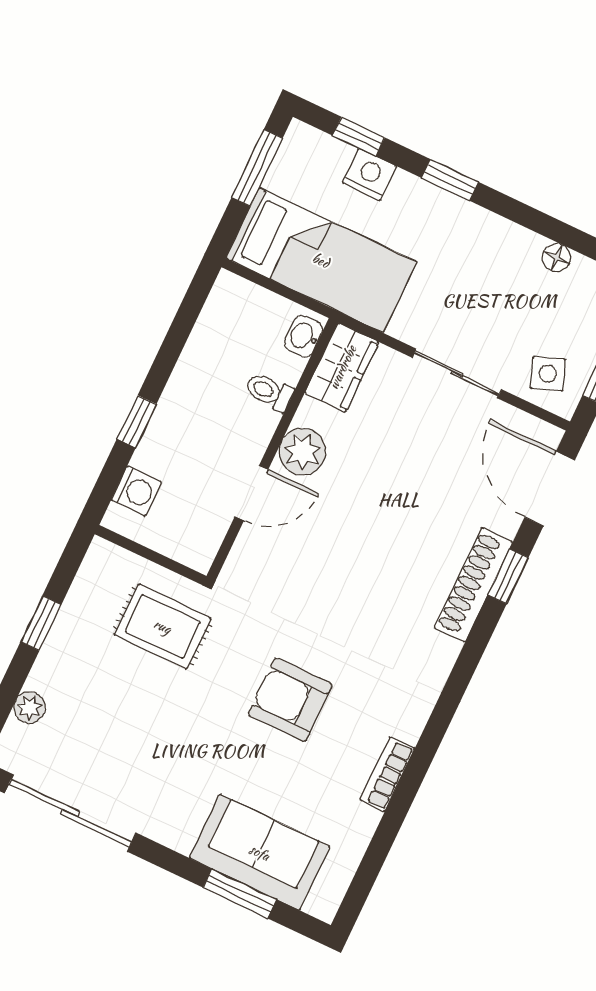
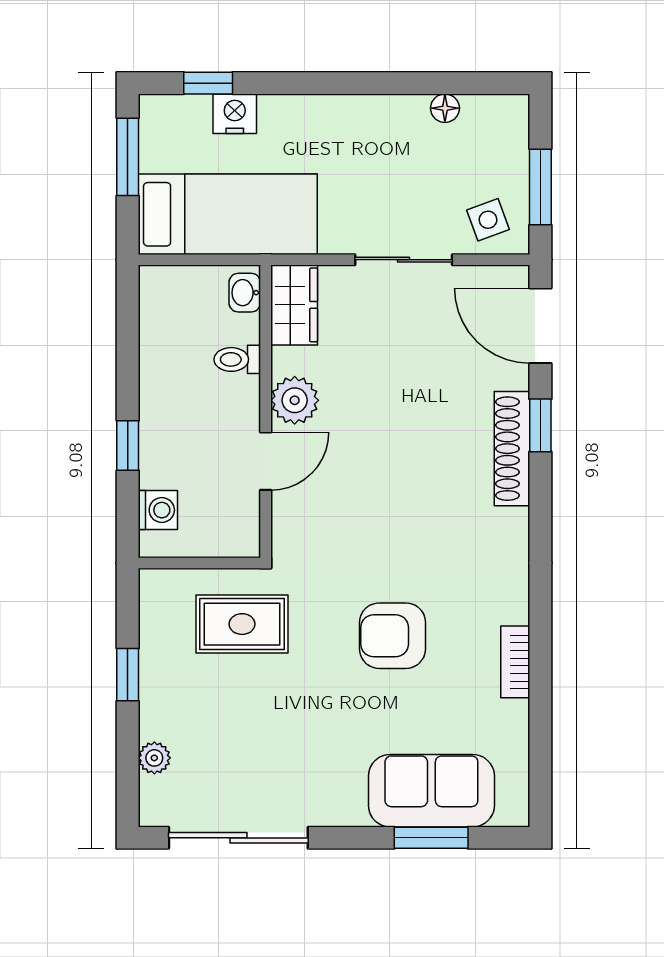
window: (450, 180) -> (312, 83), removed

